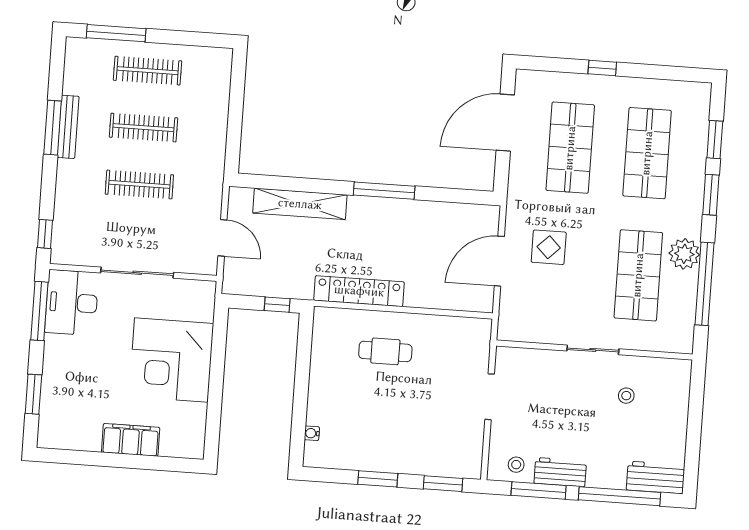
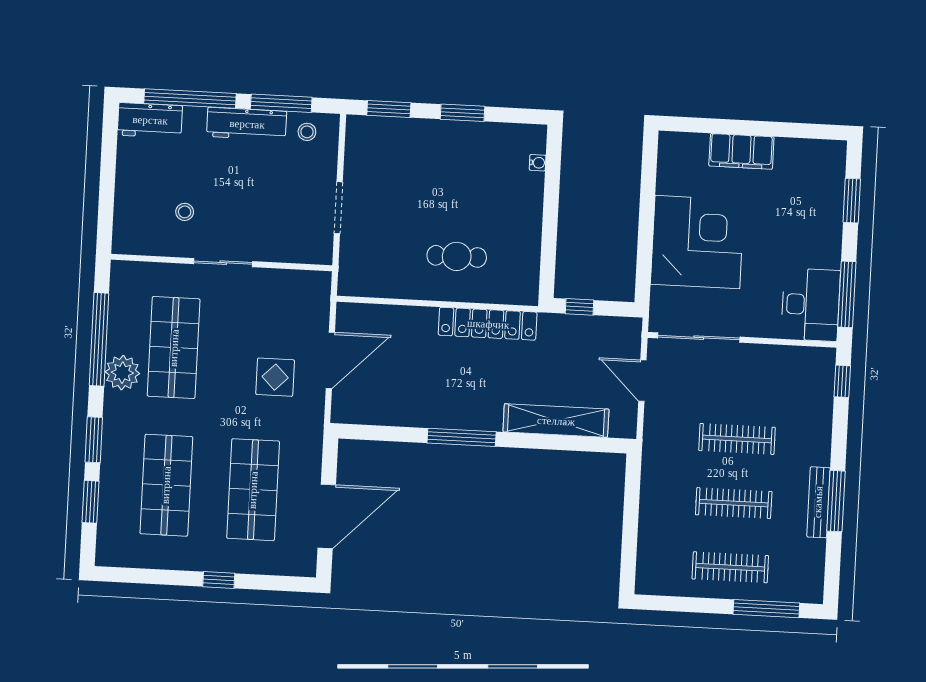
sliding door: (137, 273) -> (699, 338), moved
workbench: (560, 472) -> (247, 124), width x1.38

